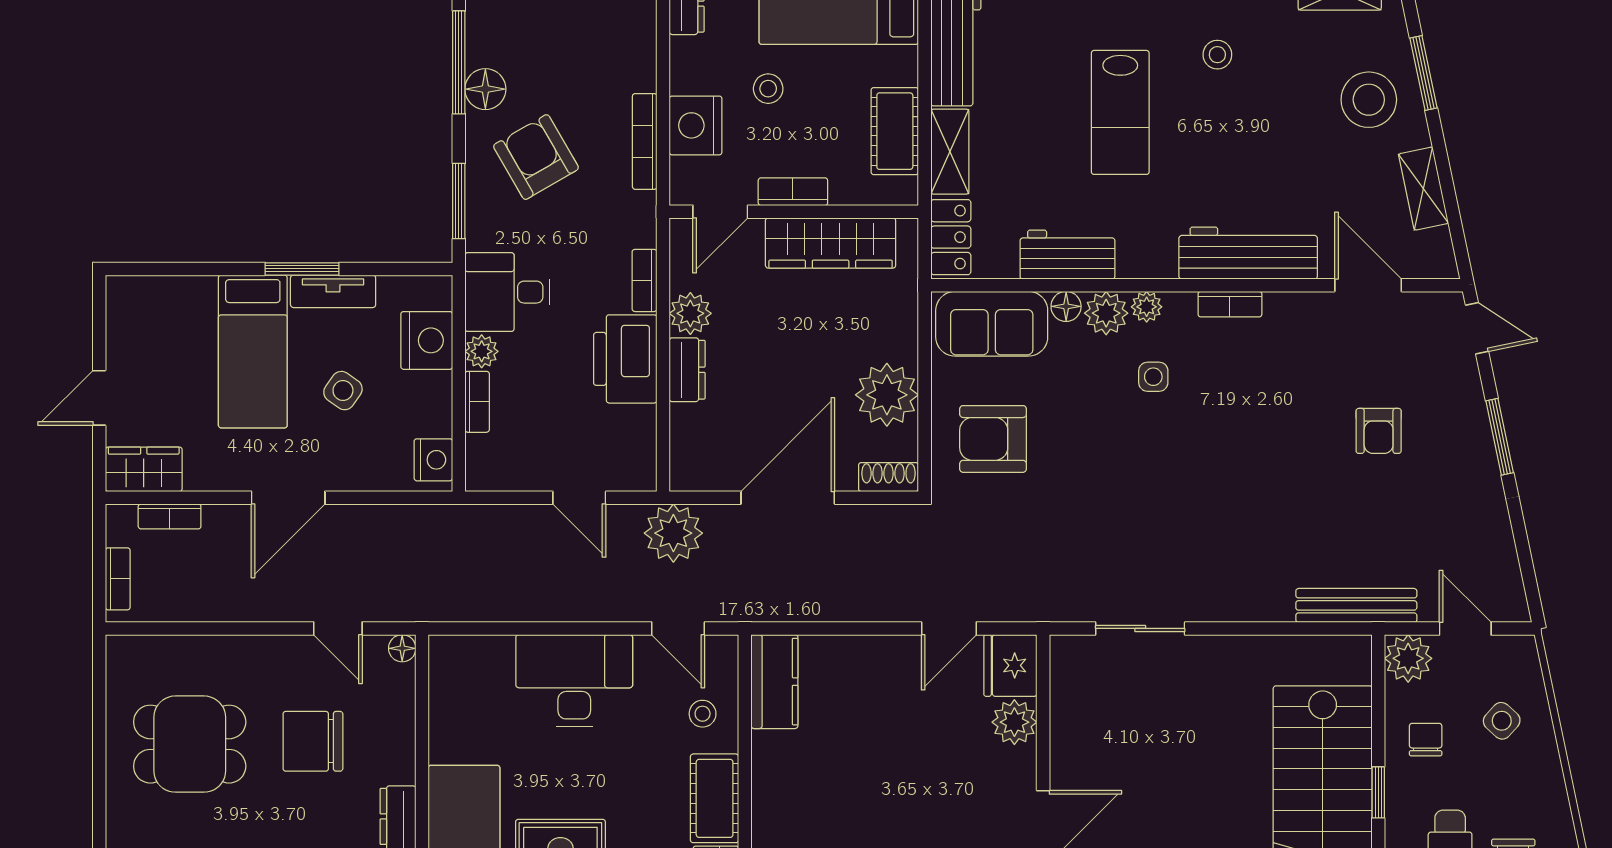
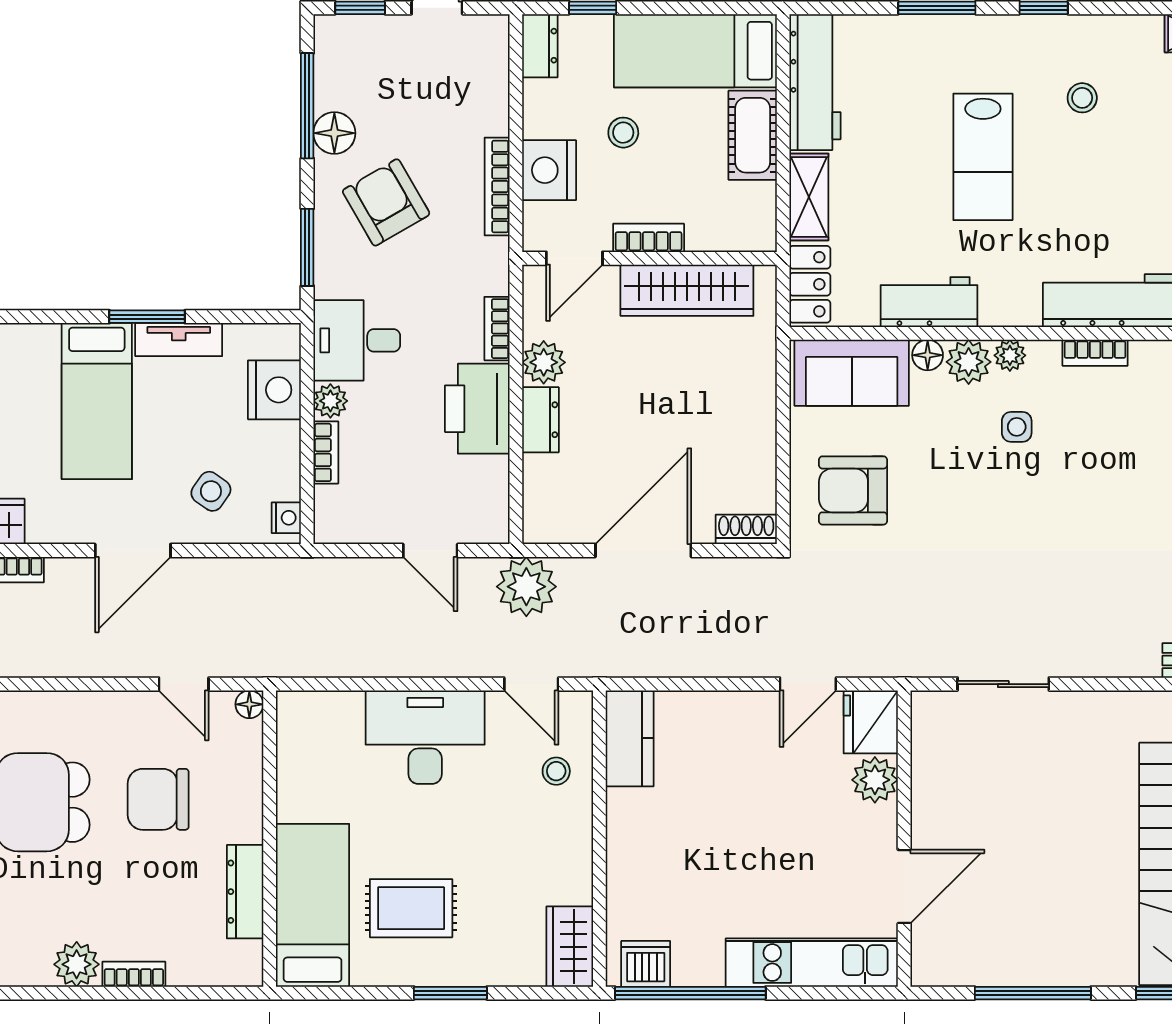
cot: (895, 131) -> (753, 135), moved
side table: (343, 391) -> (211, 491), moved
plant: (887, 395) -> (745, 445), removed
nightstand: (433, 460) -> (286, 518), width x0.72, depth x0.74
cot: (715, 798) -> (568, 858), removed

